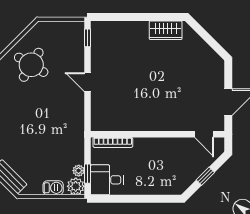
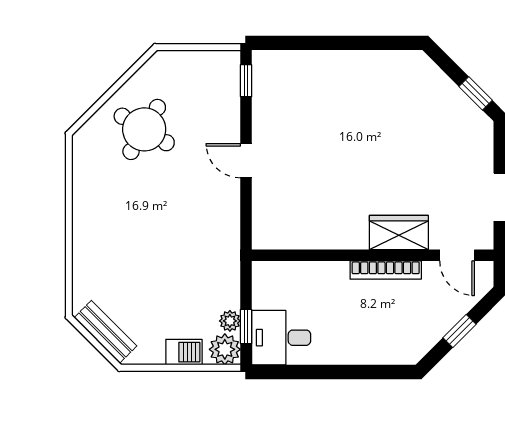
wardrobe: (166, 30) -> (399, 233), moved, turned 180
window: (214, 45) -> (476, 93), added
bookcase: (113, 142) -> (386, 270), moved

